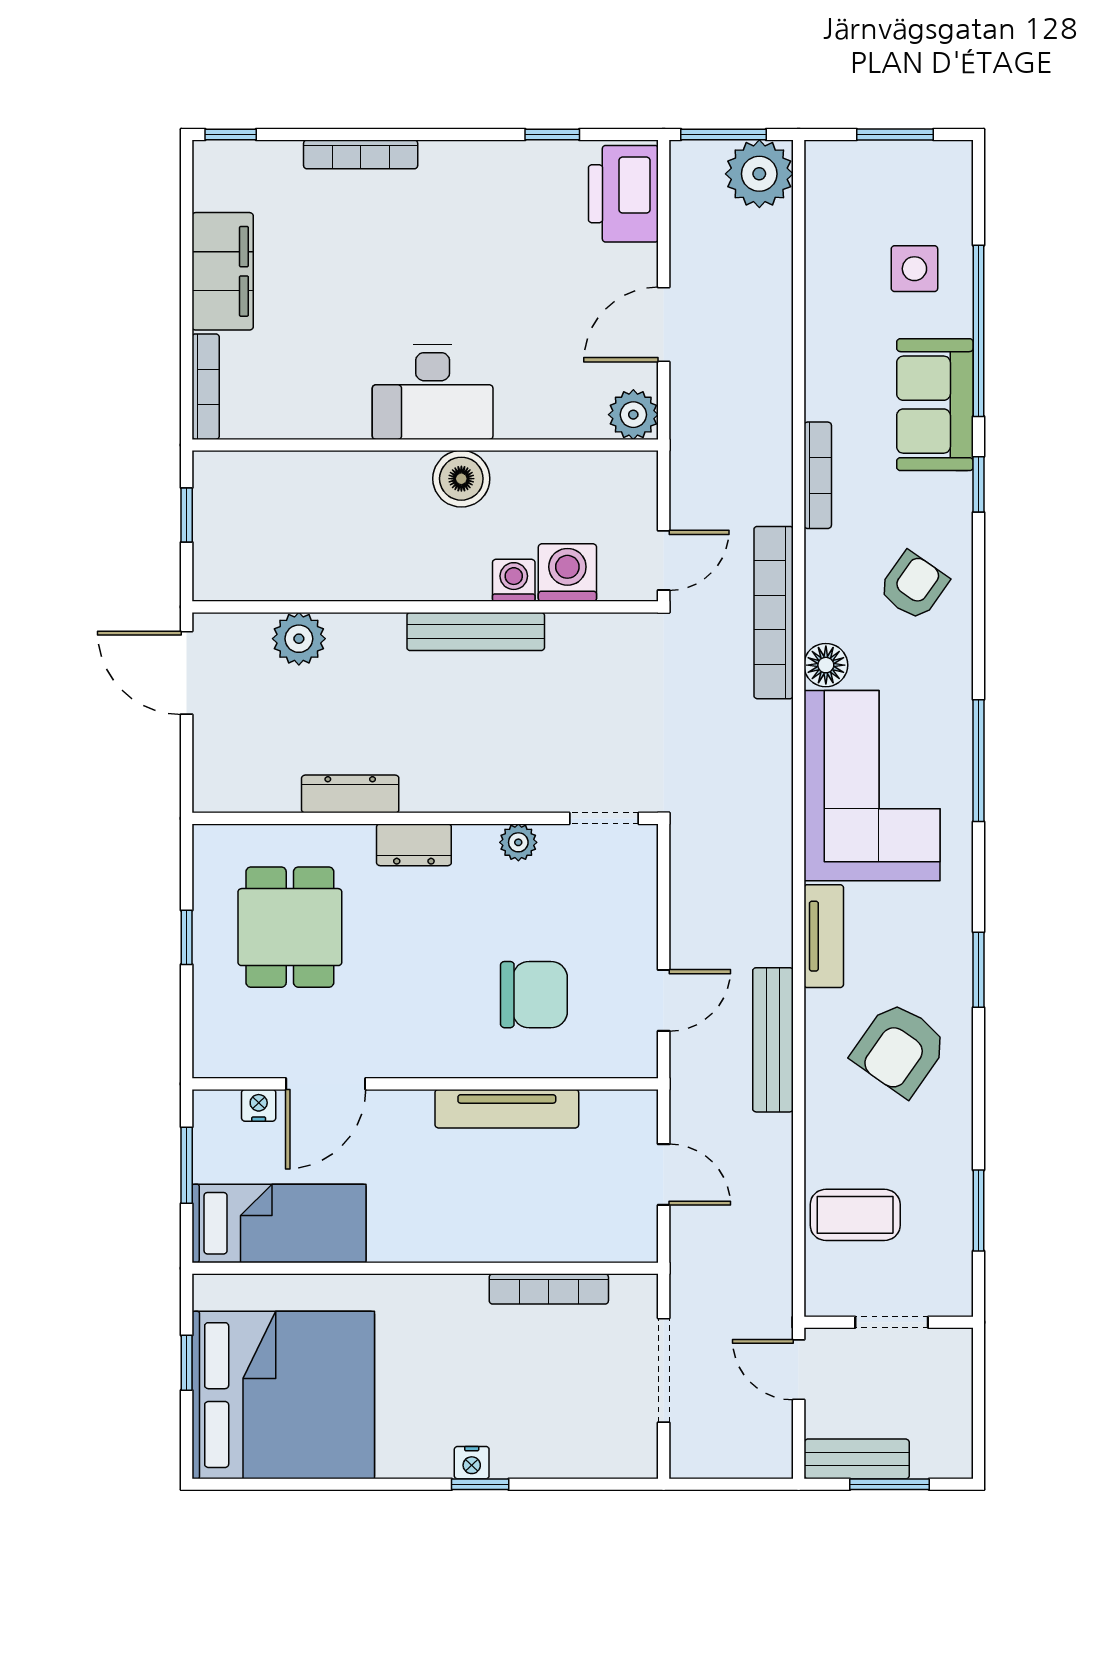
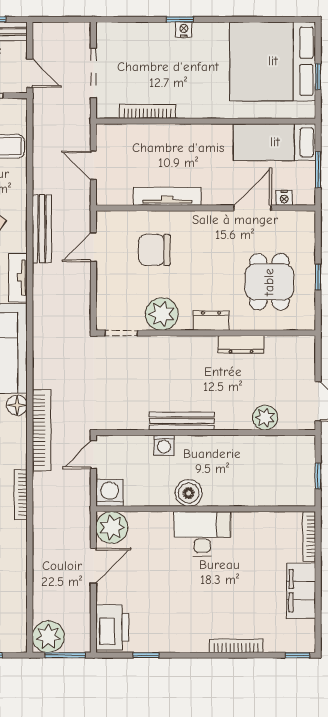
plant: (633, 415) -> (112, 527), width x1.36, depth x1.36
washing machine: (567, 573) -> (110, 493), moved, turned 180
plant: (518, 842) -> (162, 314), width x1.87, depth x1.87

